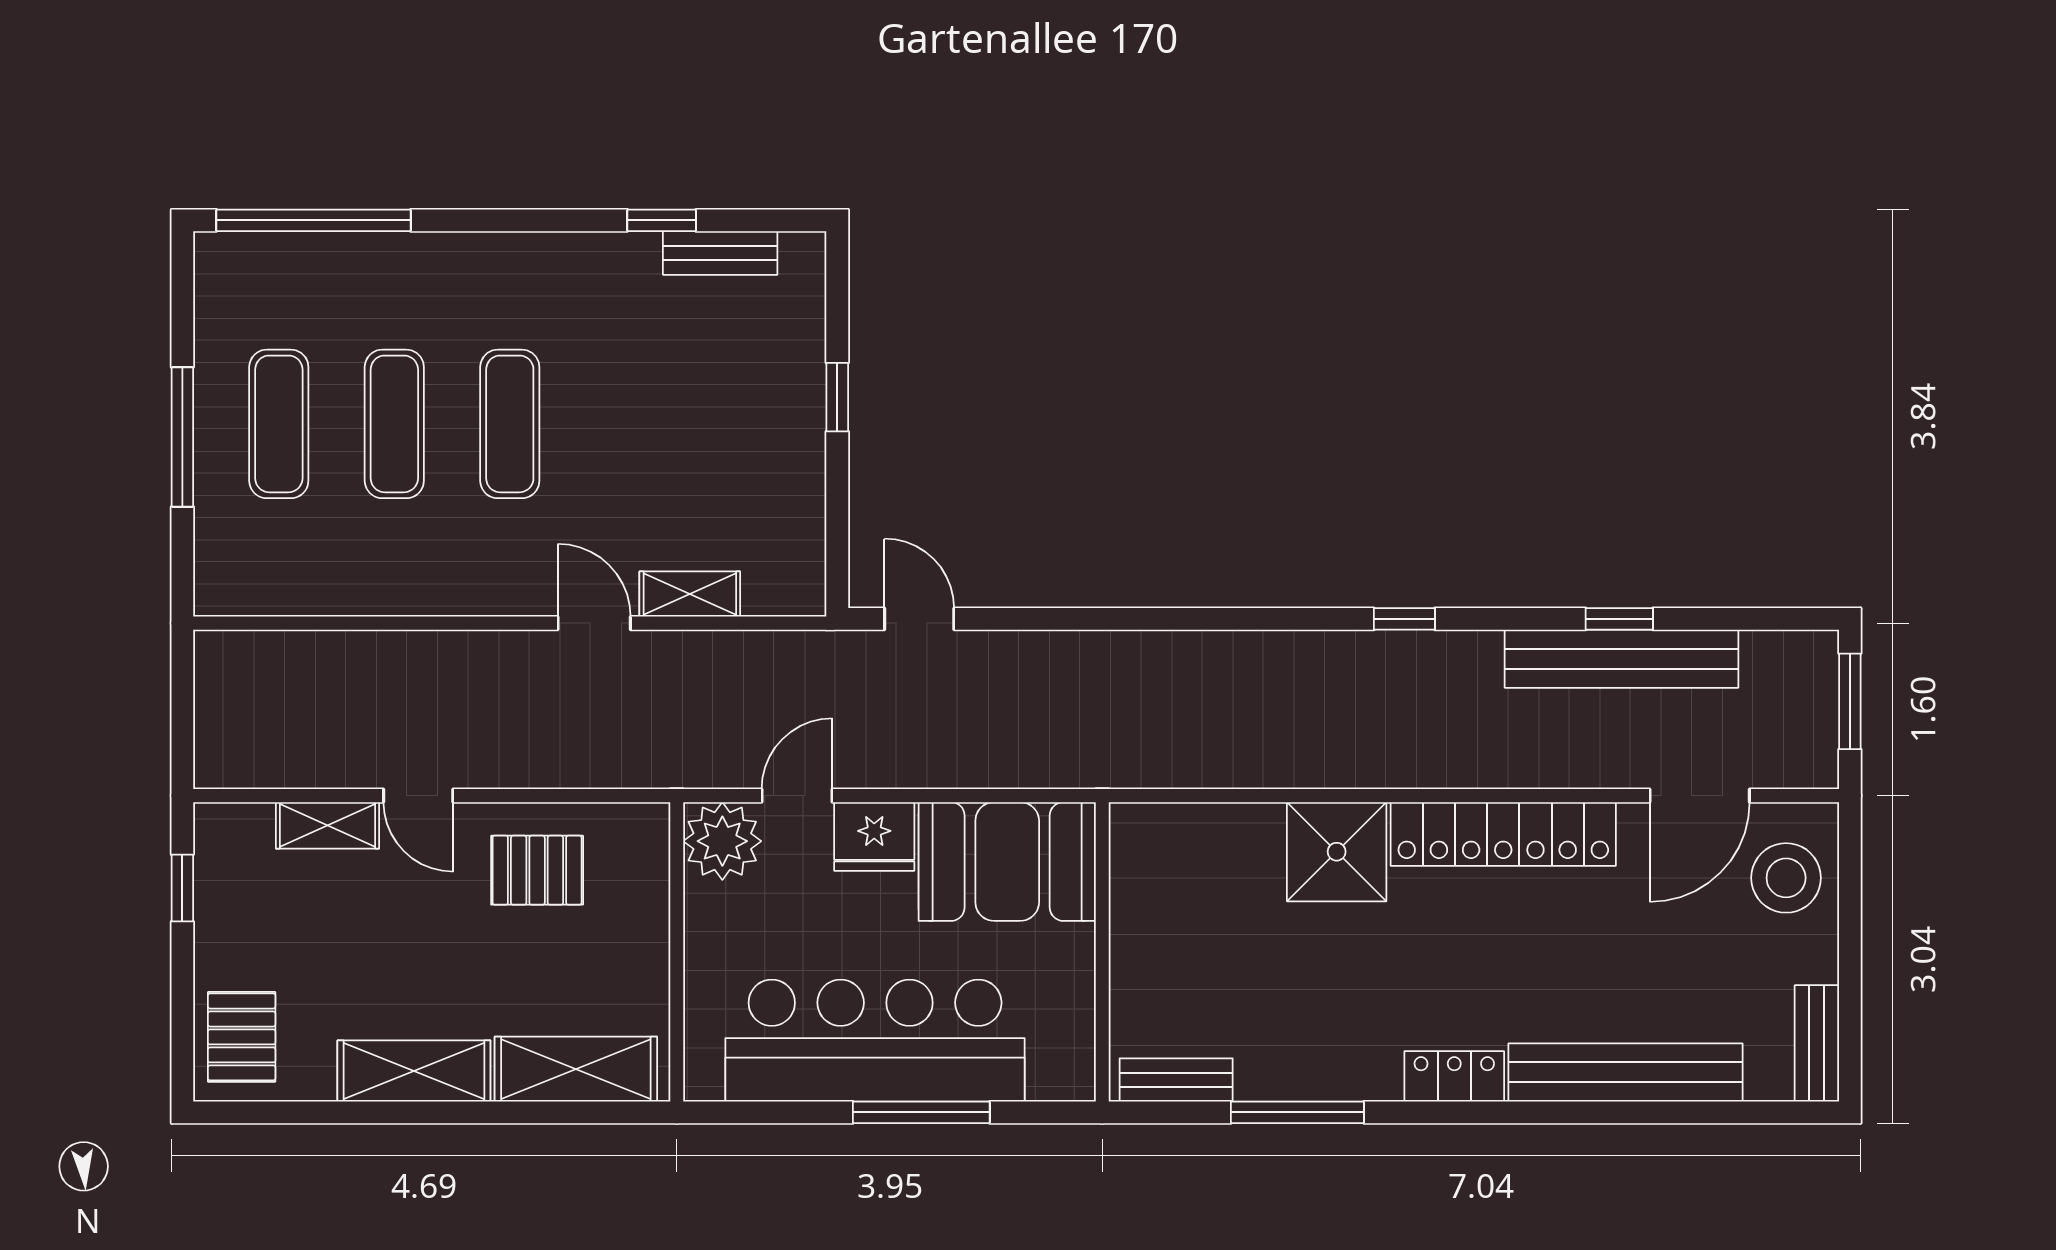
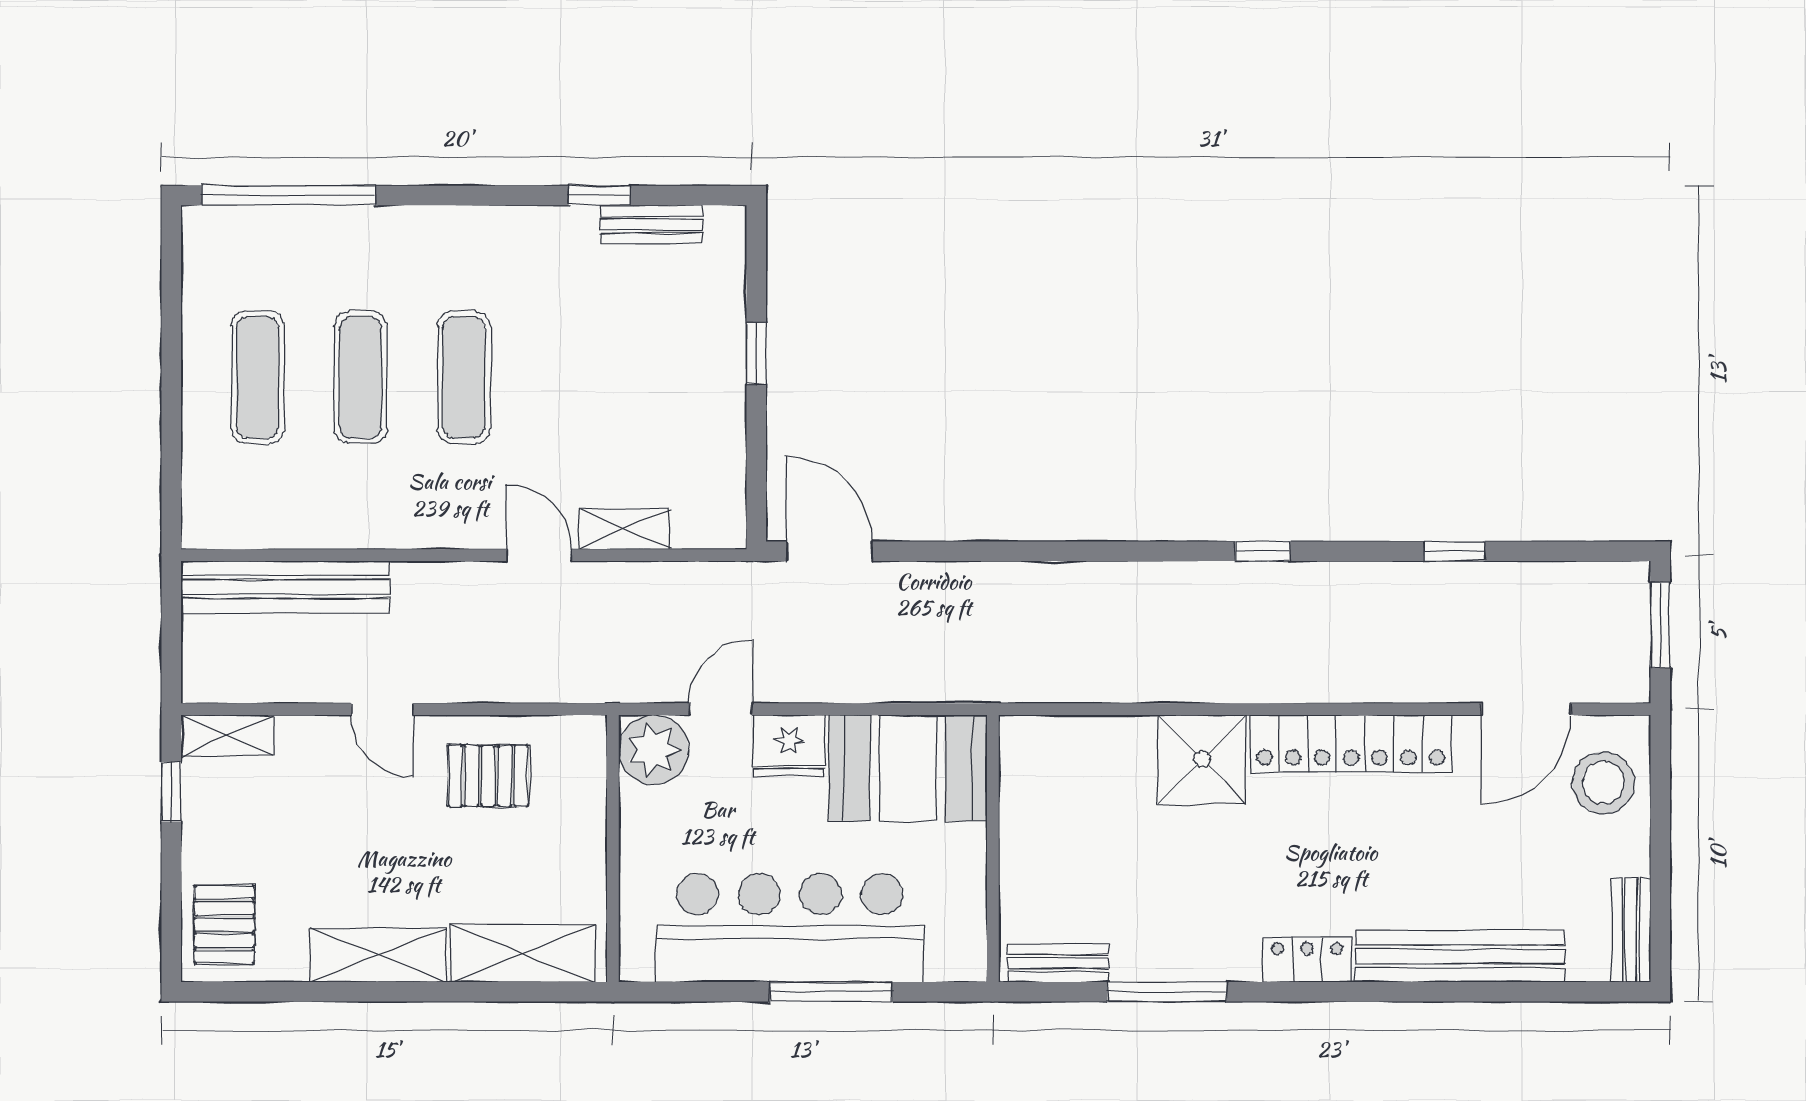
window: (182, 437) -> (171, 389), removed
door: (919, 619) -> (829, 551), width x1.38
bench: (1622, 659) -> (285, 587), moved
shelving: (328, 825) -> (227, 736), moved

